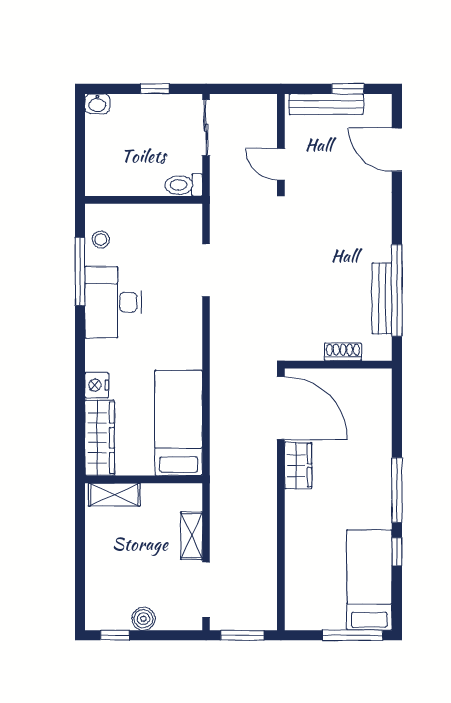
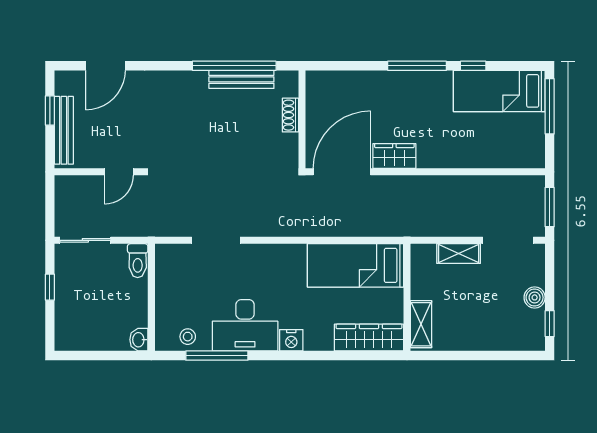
washbasin: (97, 104) -> (139, 340), moved, turned 180
nightstand: (97, 385) -> (291, 340), moved

